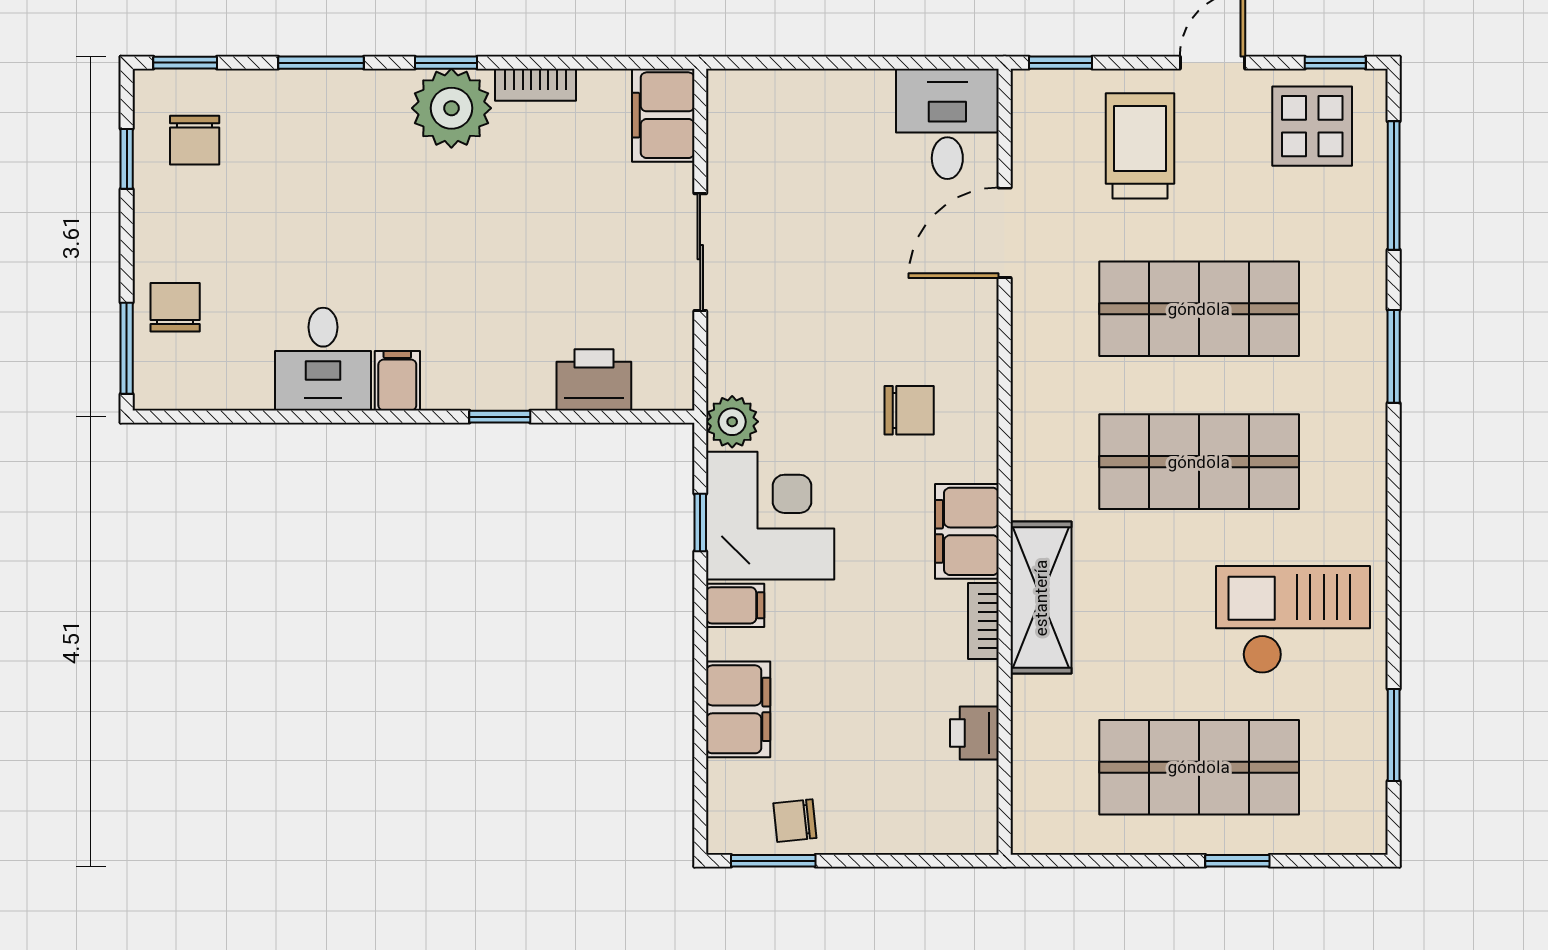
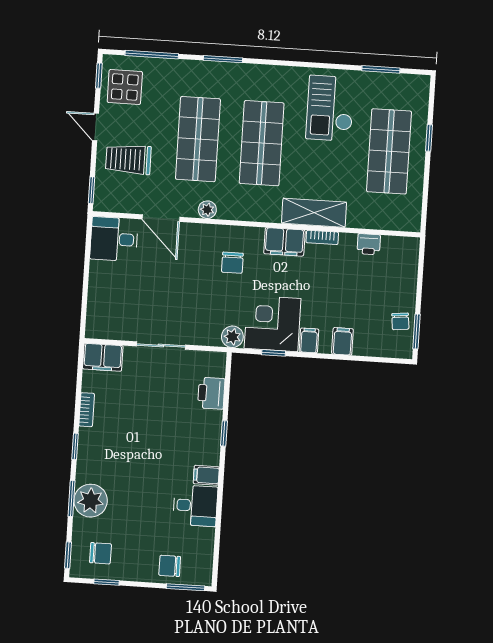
plant: (451, 108) -> (91, 501), moved
plant: (1032, 342) -> (207, 210), added
chair: (909, 410) -> (232, 263), turned 180
filing cabinet: (738, 709) -> (342, 341), width x0.50

